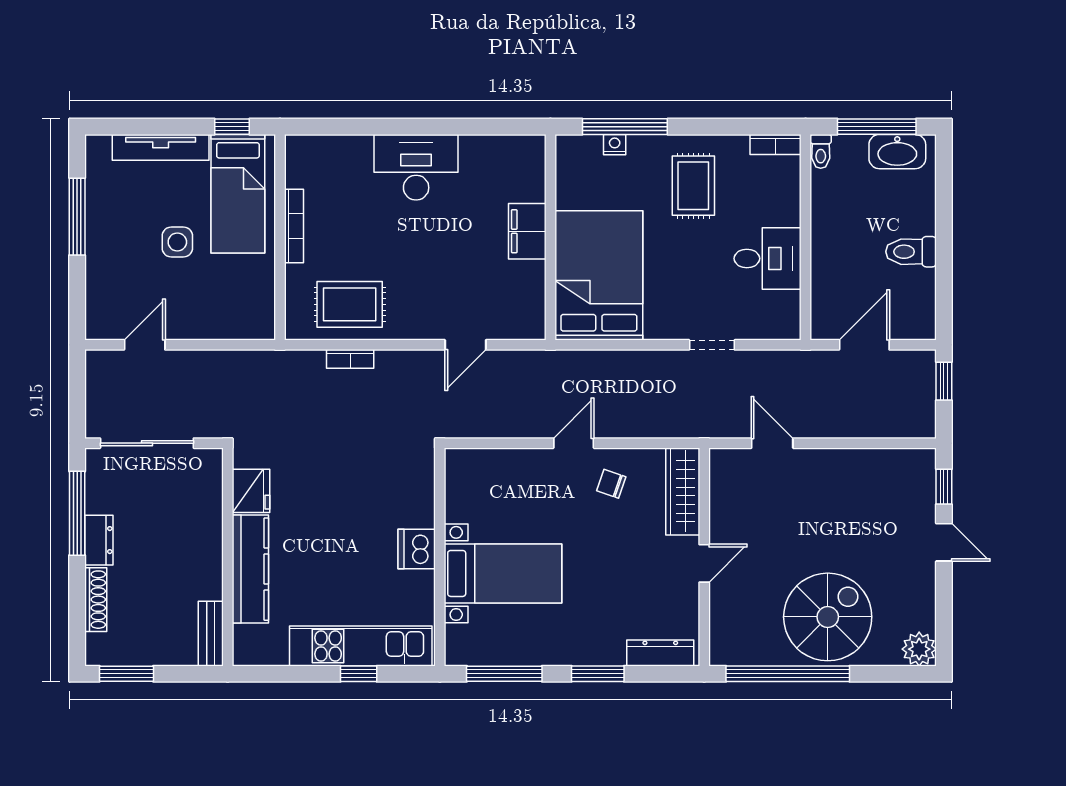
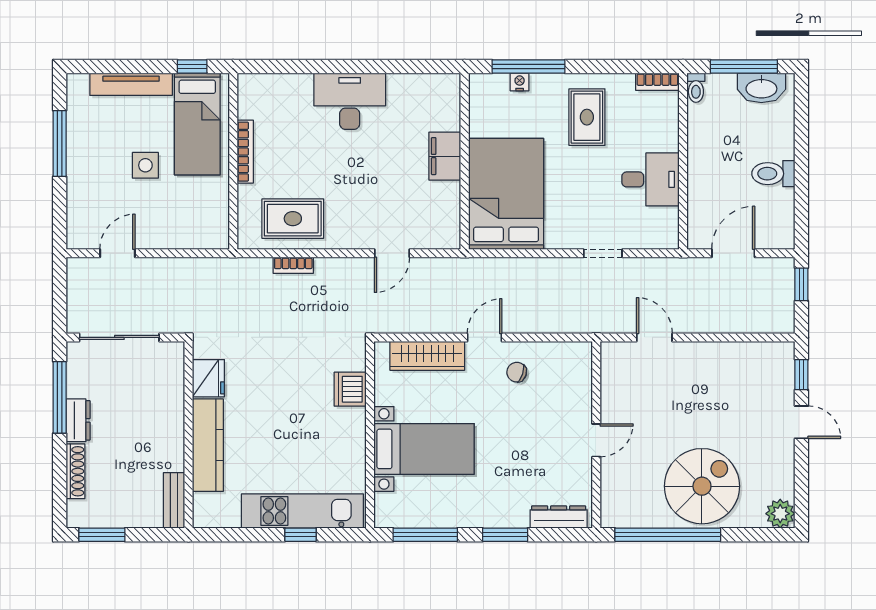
wardrobe: (683, 491) -> (427, 356), moved, turned -90
dishwasher: (417, 549) -> (350, 389), moved

